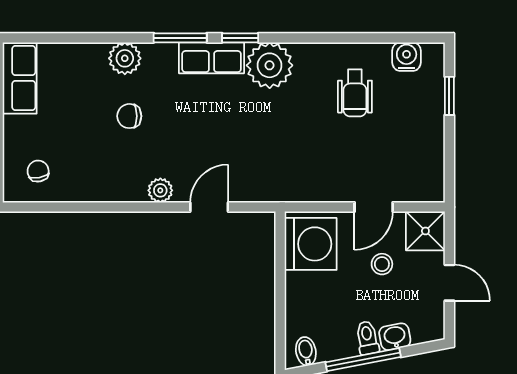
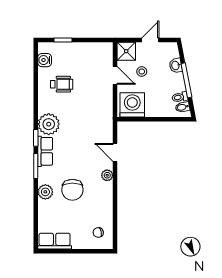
chair: (129, 116) -> (72, 190), width x1.87, depth x1.87
toilet: (367, 338) -> (180, 97), moved

